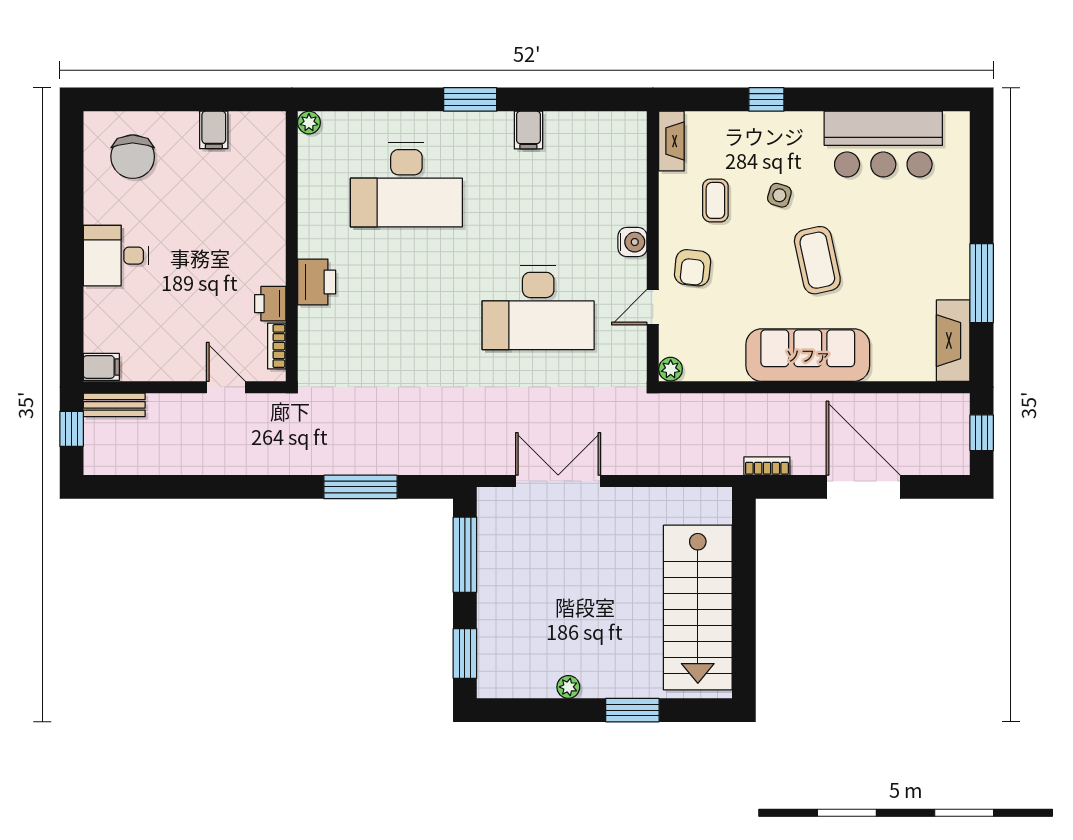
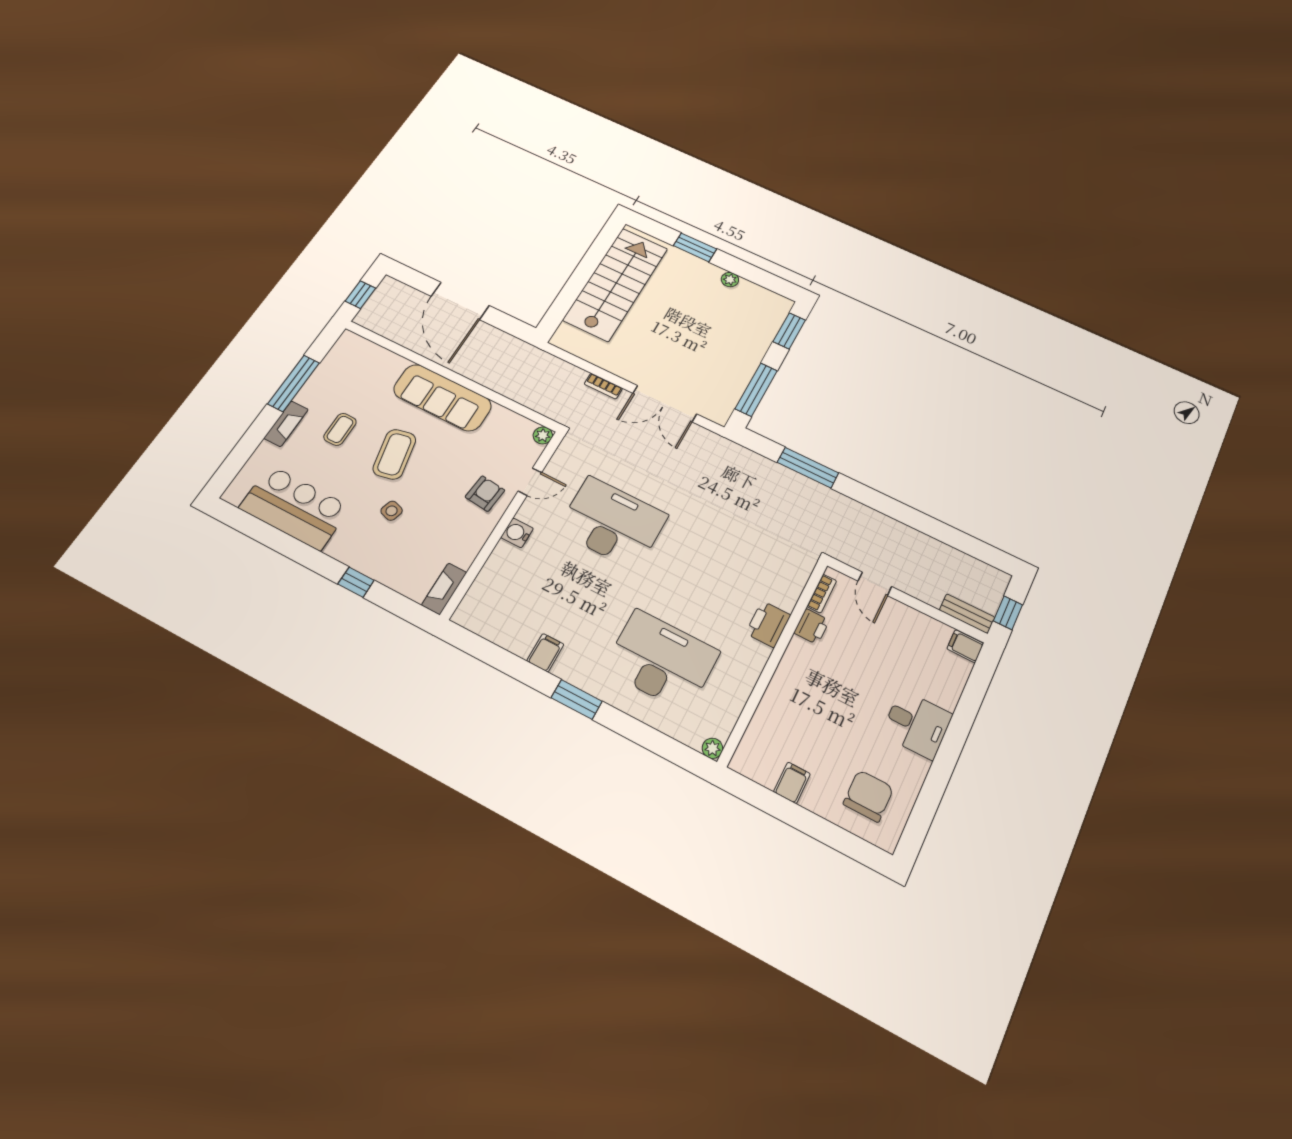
coffee table: (715, 200) -> (340, 429), moved
fireplace: (953, 341) -> (286, 424), moved, width x0.73, depth x0.76
bookcase: (767, 466) -> (603, 386), moved

